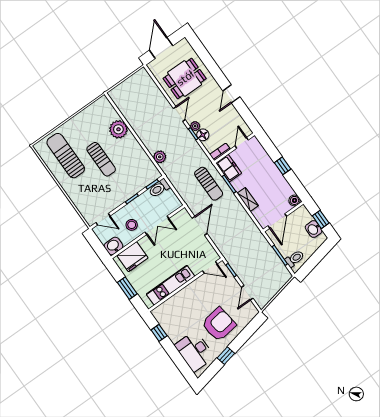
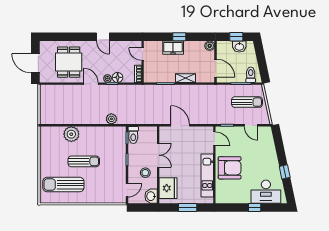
freezer: (229, 168) -> (173, 48), moved, turned 180
sun lounger: (209, 184) -> (247, 102), moved
door: (210, 267) -> (214, 139), hinge flipped
armchair: (219, 324) -> (230, 168), moved, turned 98
window: (159, 333) -> (255, 207), moved

